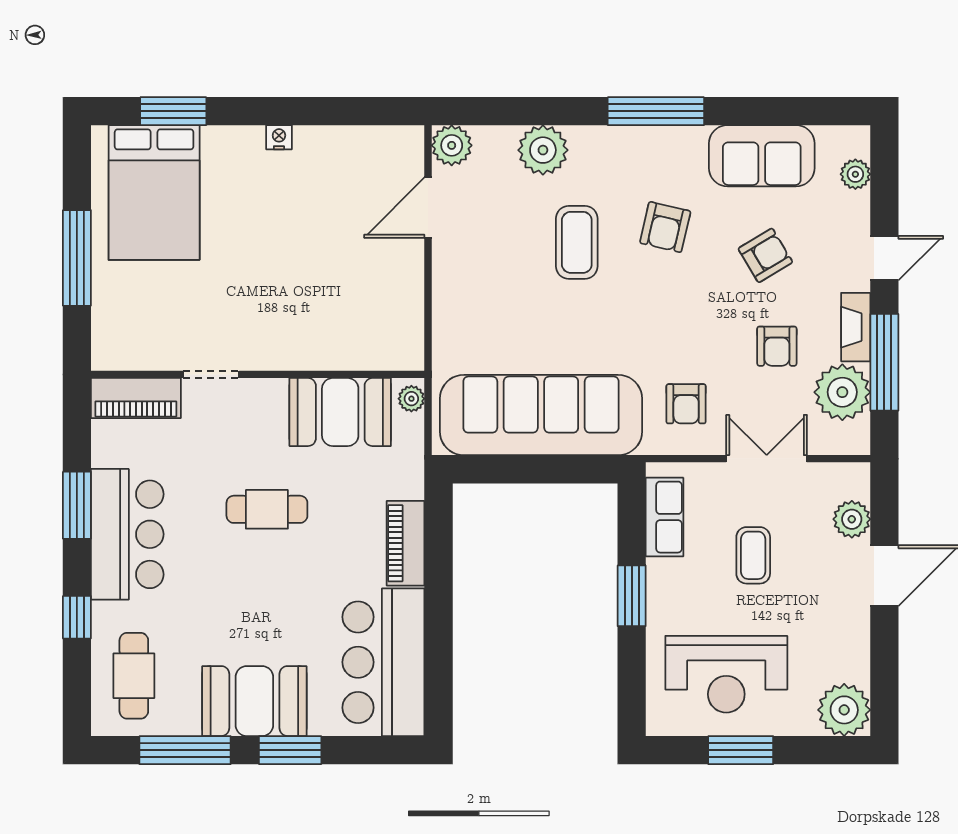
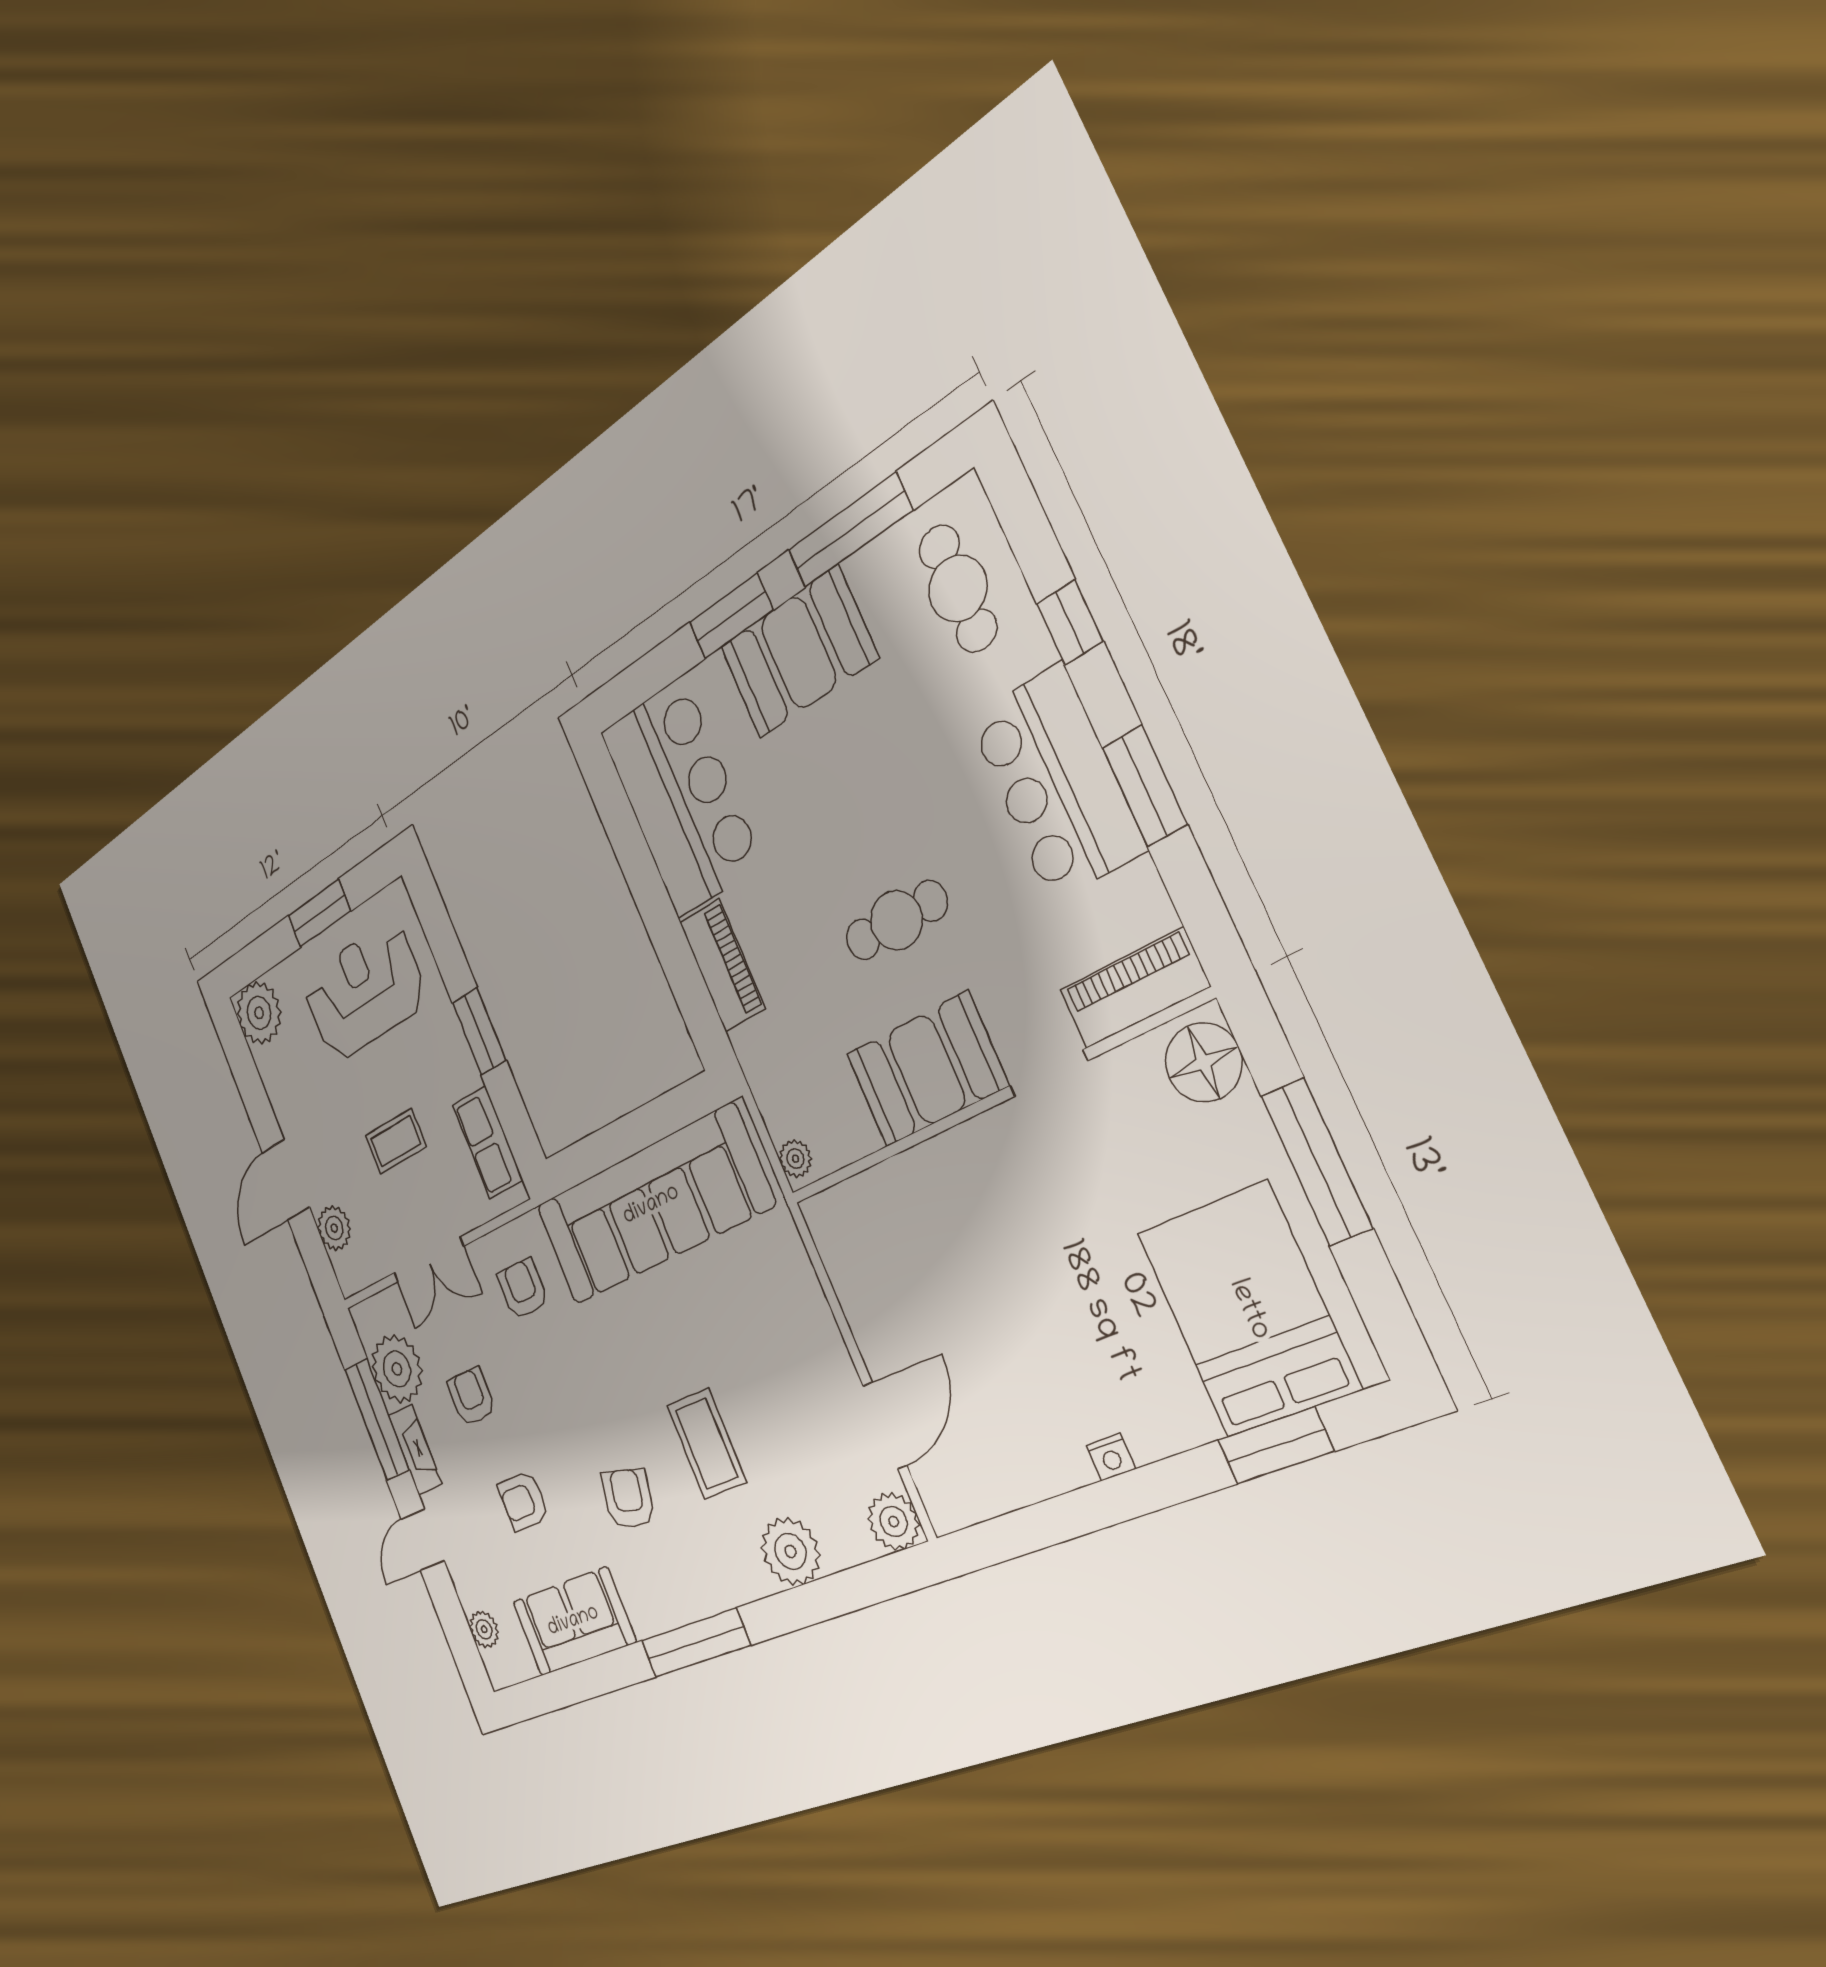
armchair: (765, 255) -> (523, 1501), turned 31
floor lamp: (115, 339) -> (1204, 1062), added
booth: (340, 412) -> (927, 1070), moved
coffee table: (753, 555) -> (396, 1141), turned 90

